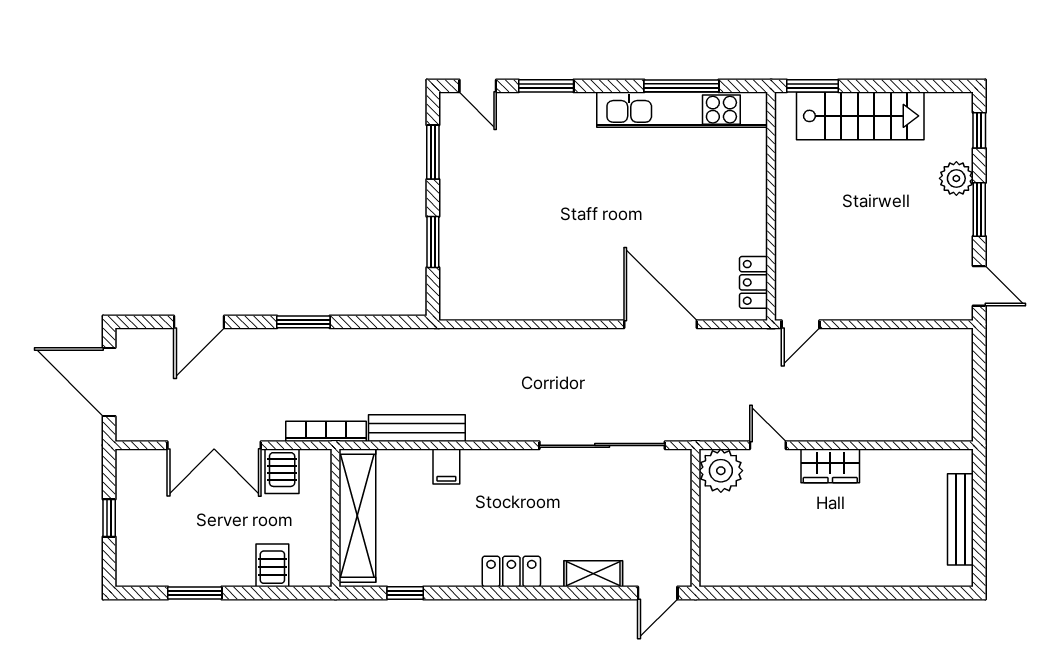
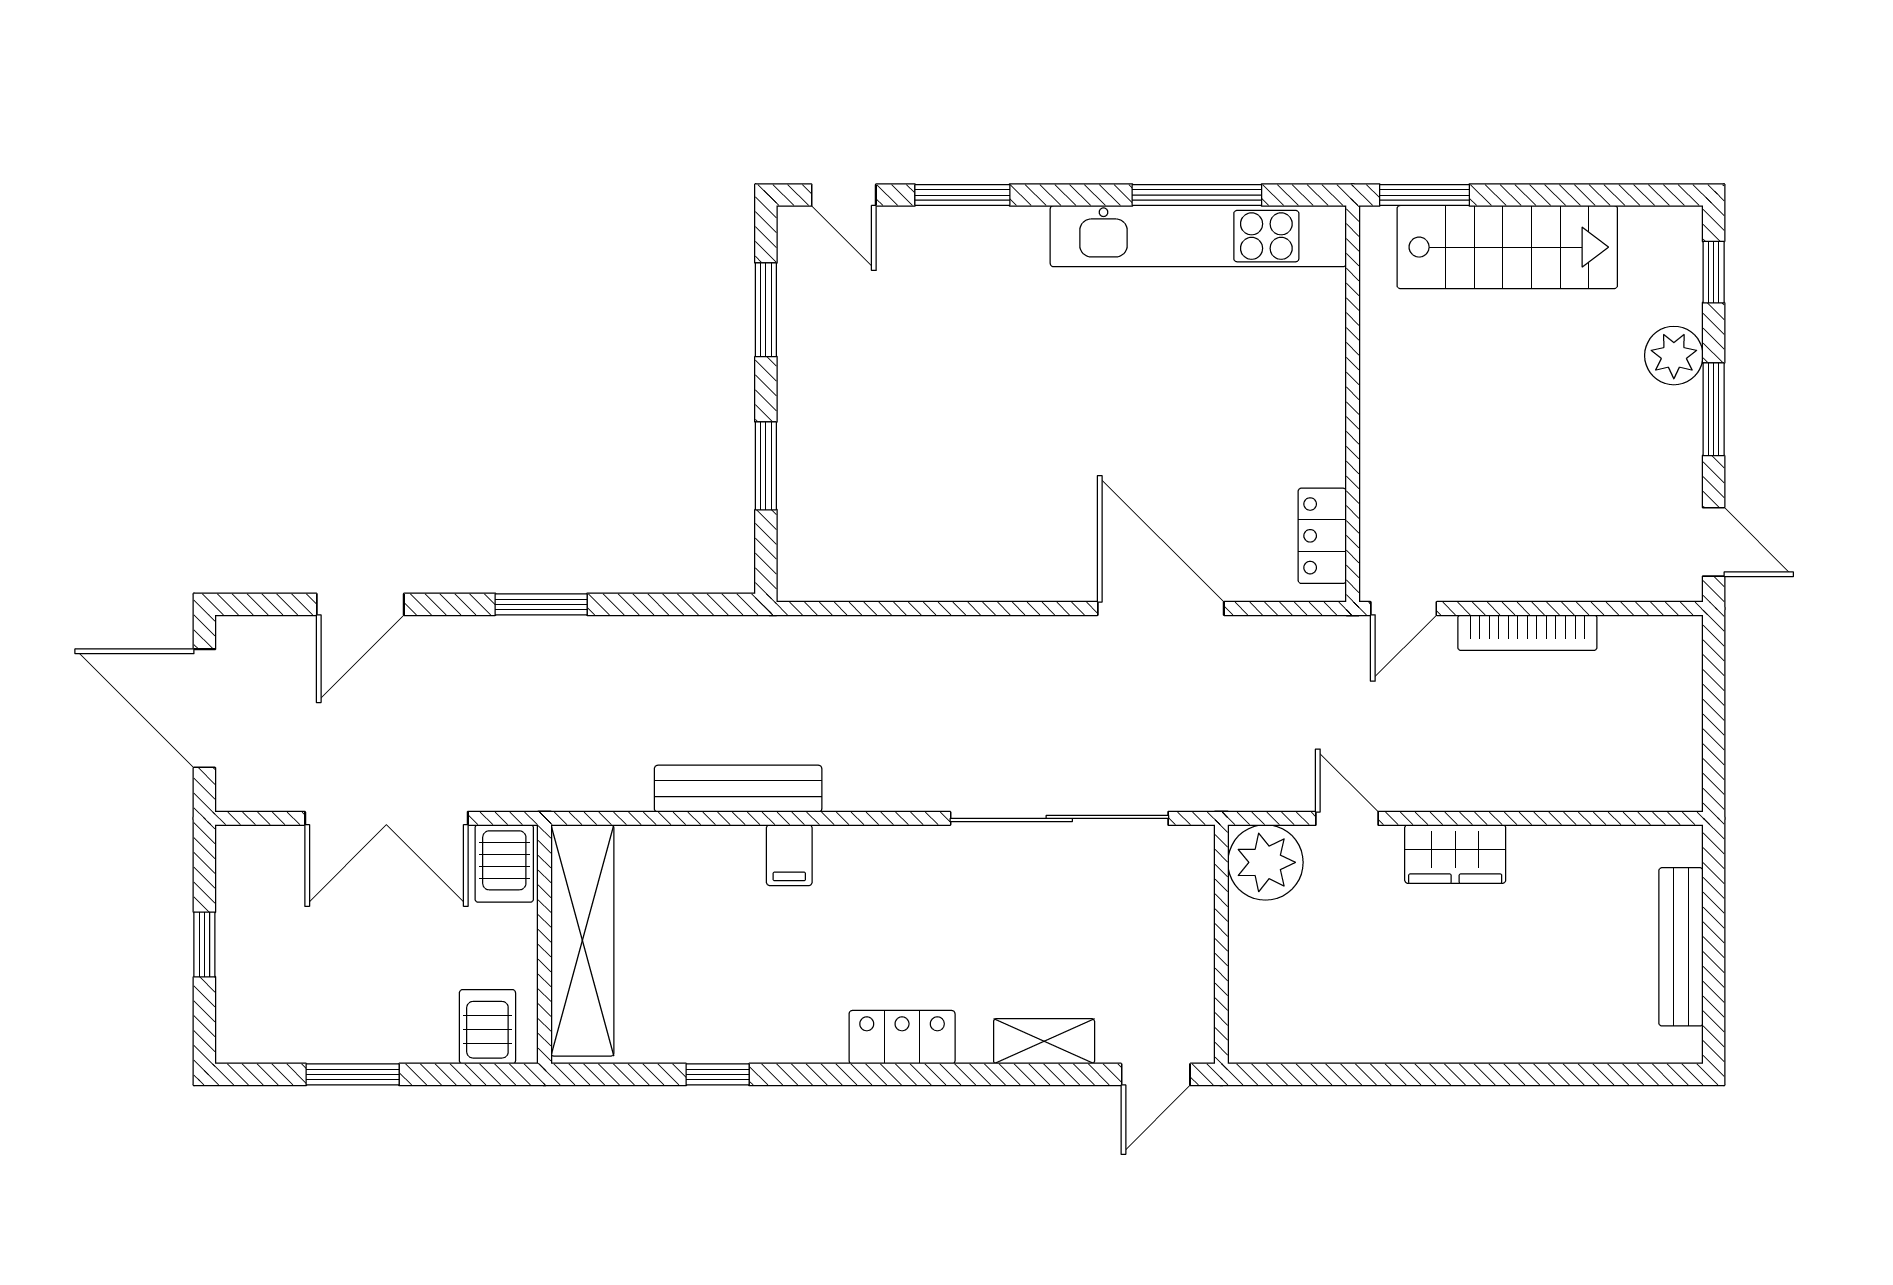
bookcase: (326, 431) -> (1527, 633), moved, turned 180
shelving: (357, 516) -> (582, 940), moved
wall: (335, 518) -> (544, 944), moved

